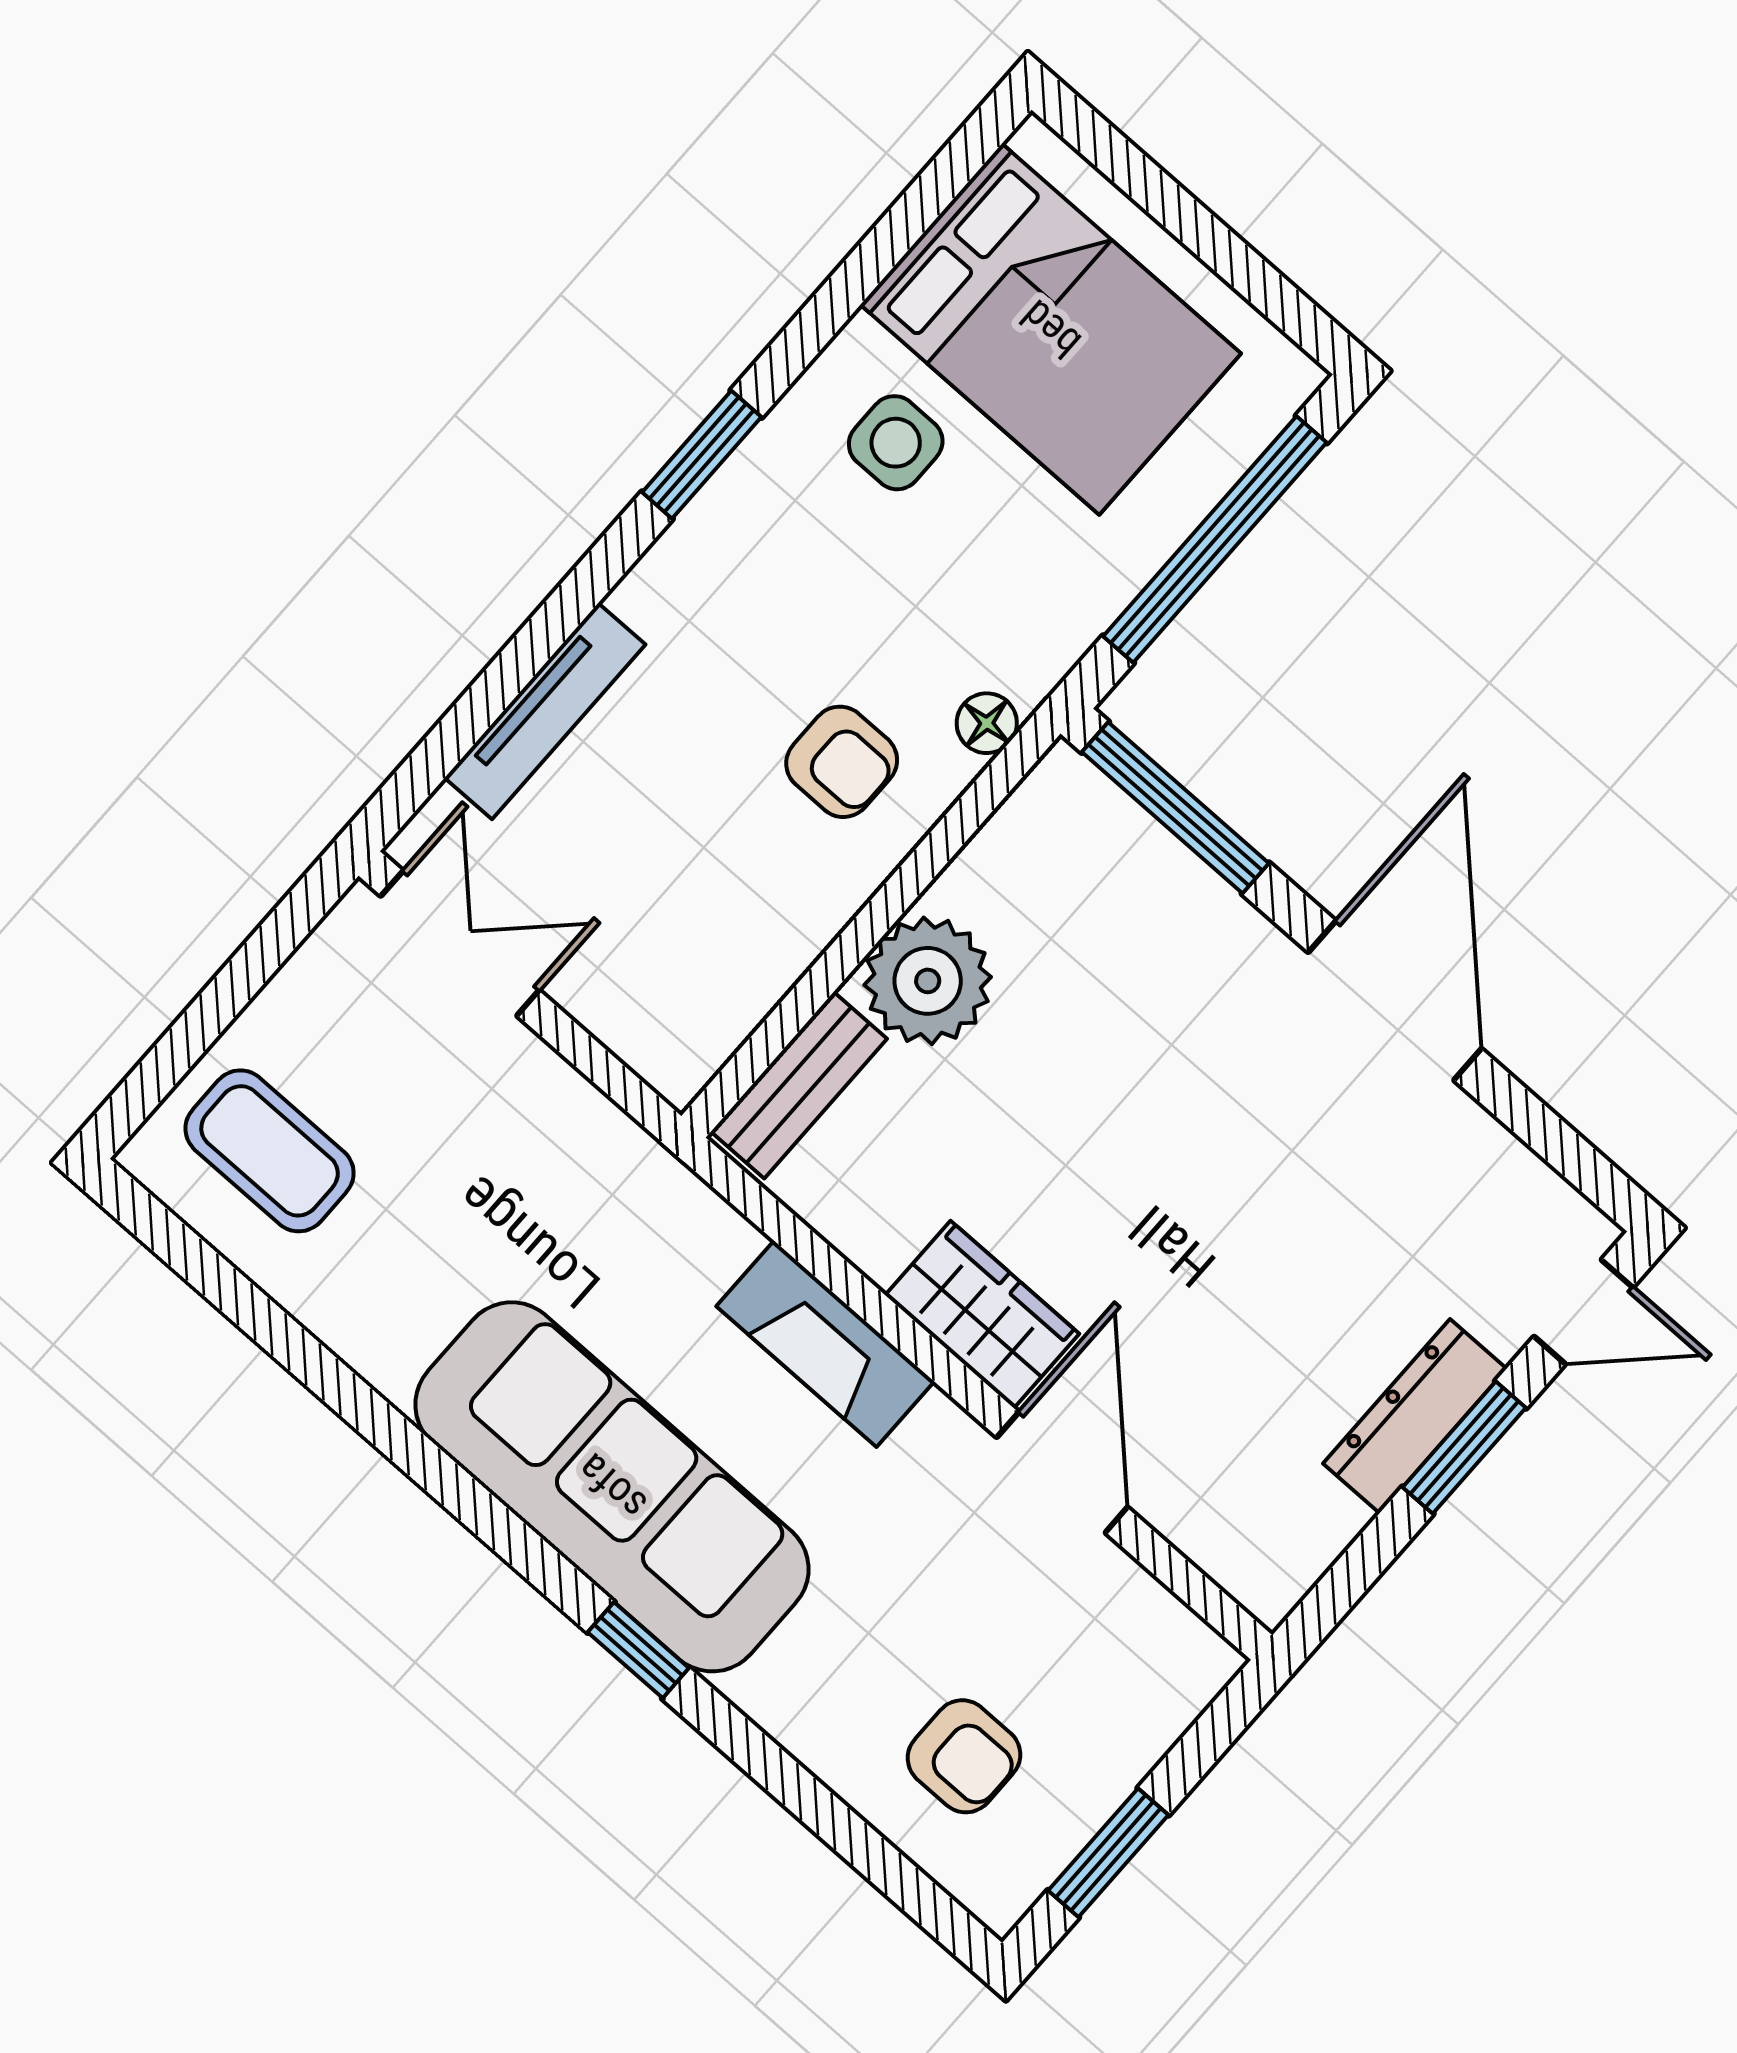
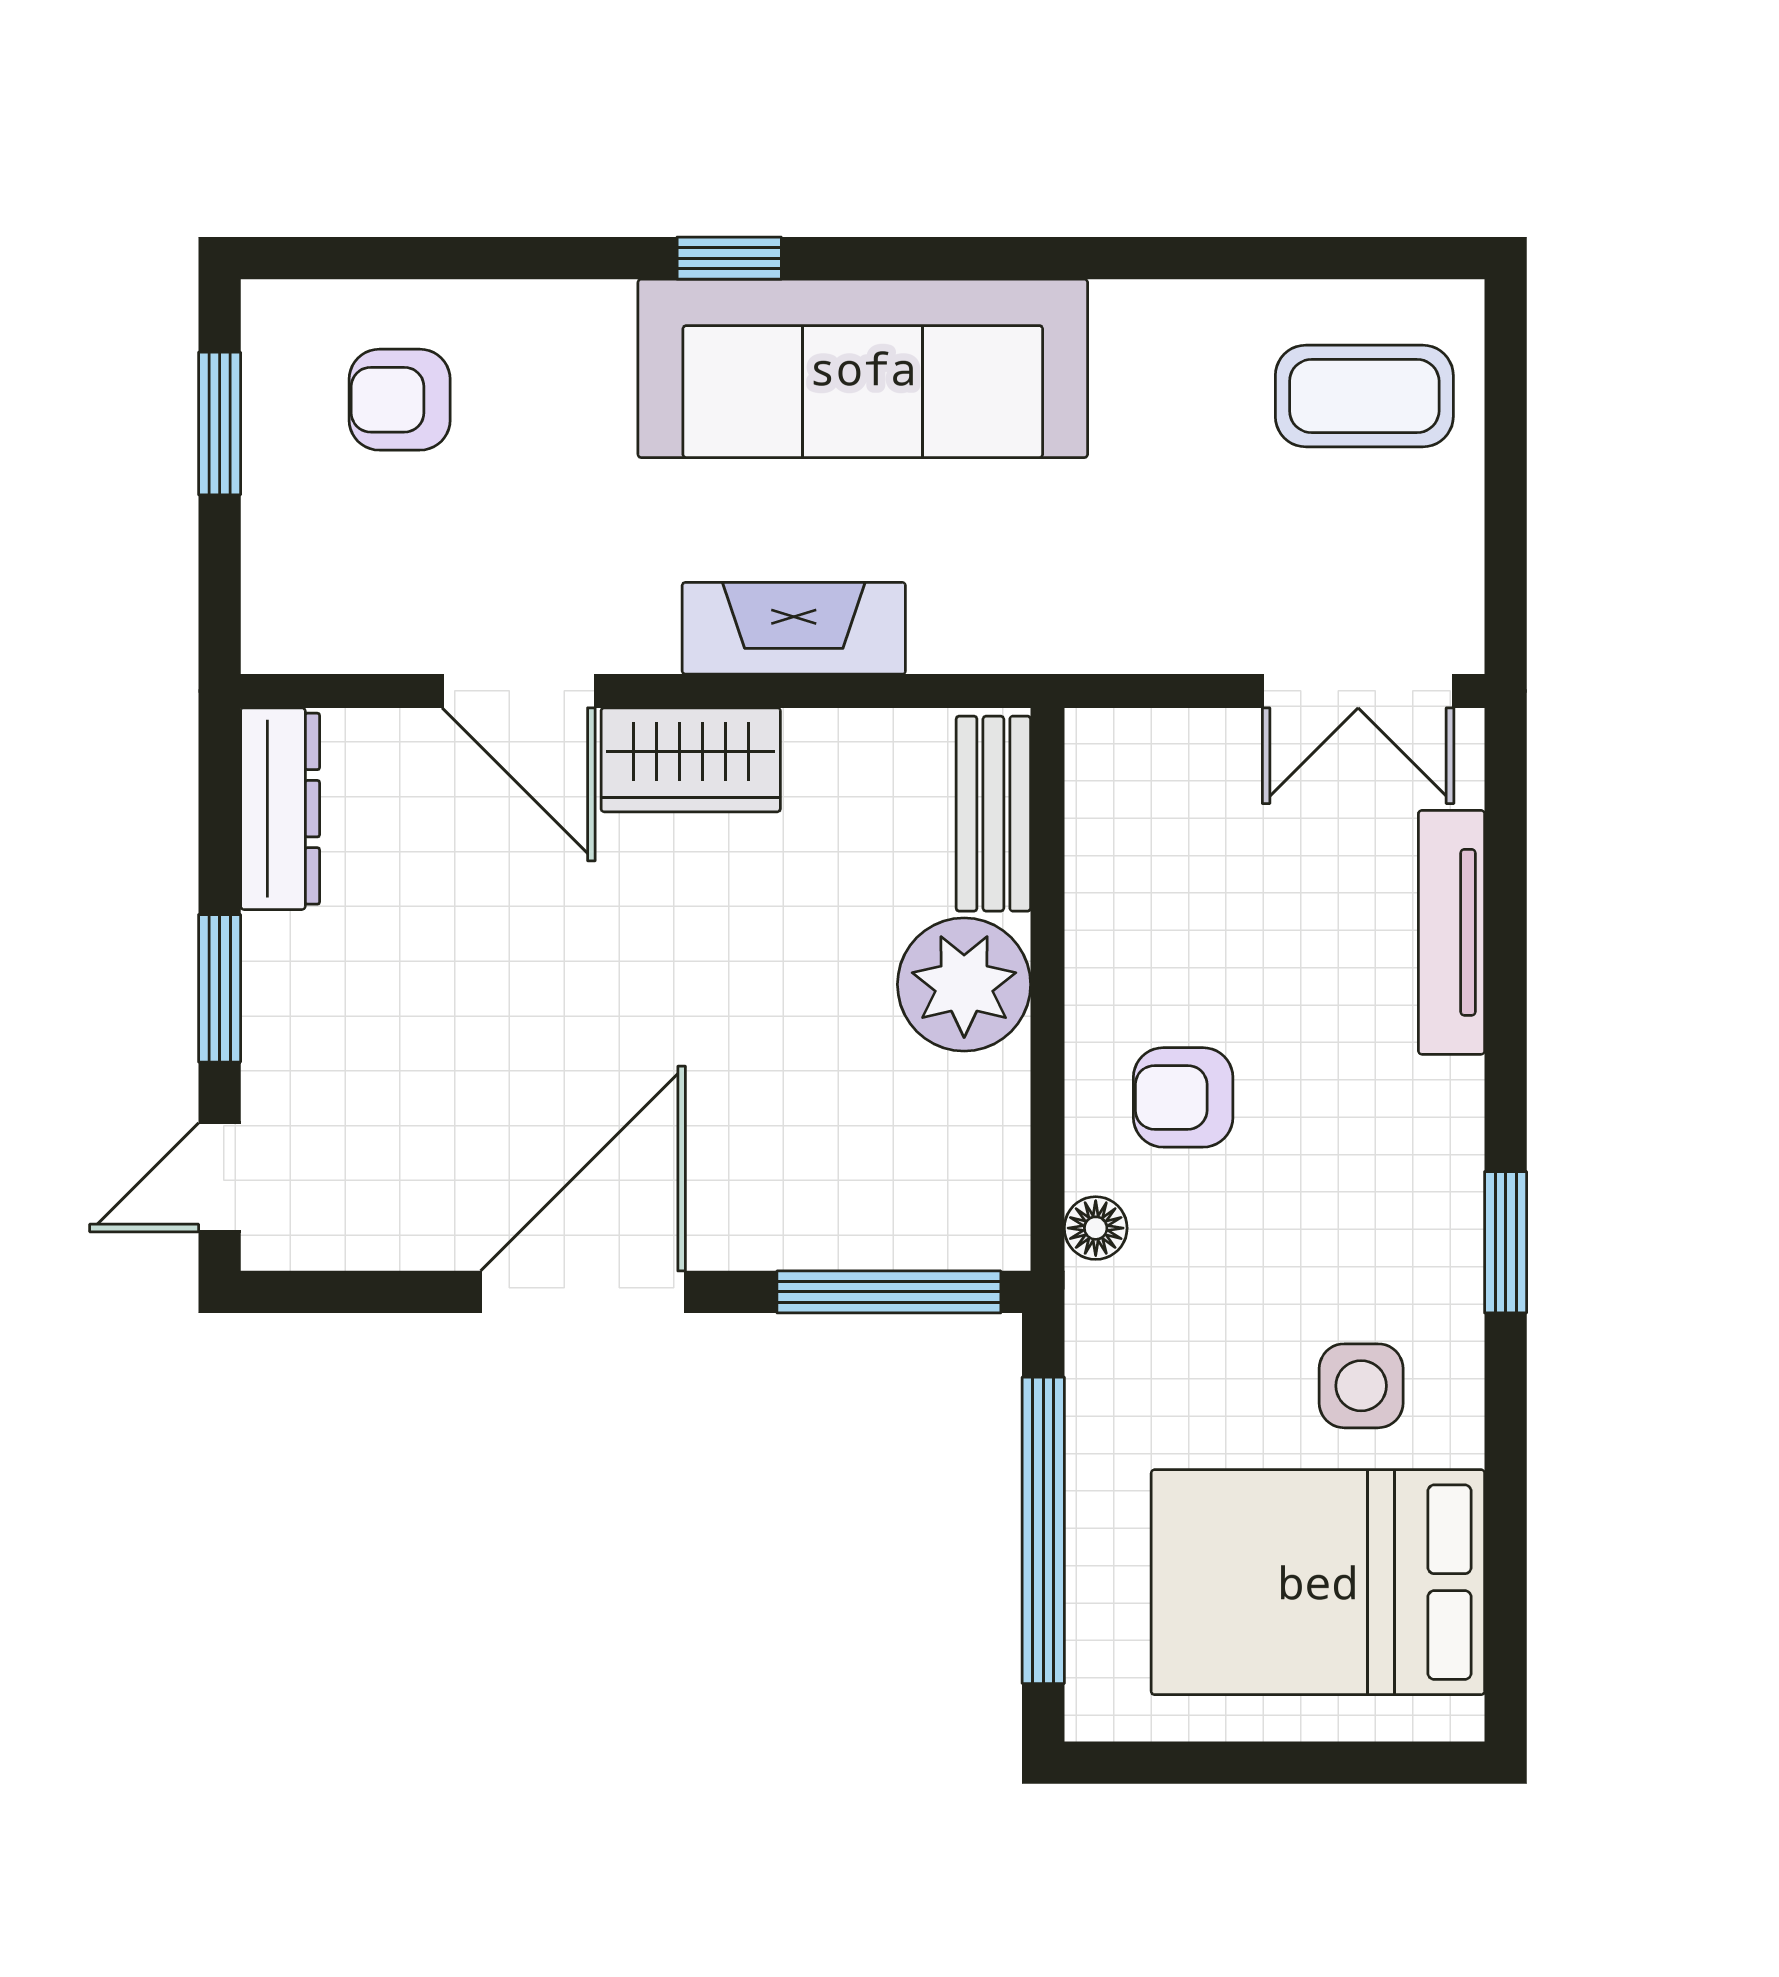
door: (1395, 1000) -> (583, 1292), swing flipped
dresser: (1415, 1416) -> (280, 809), moved

